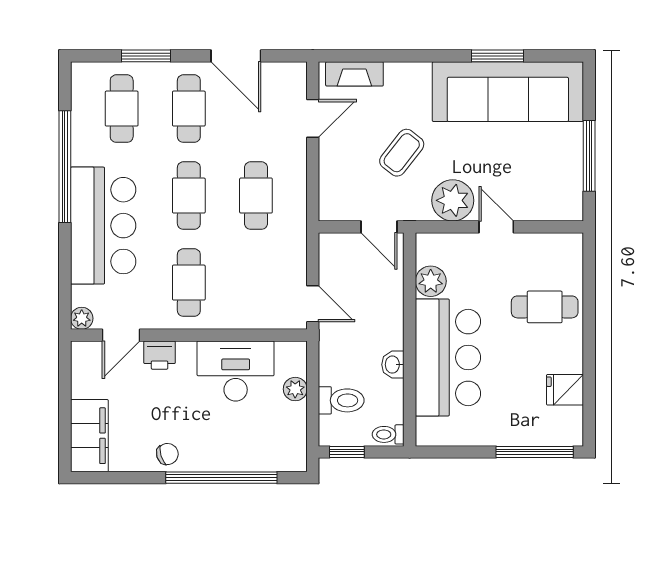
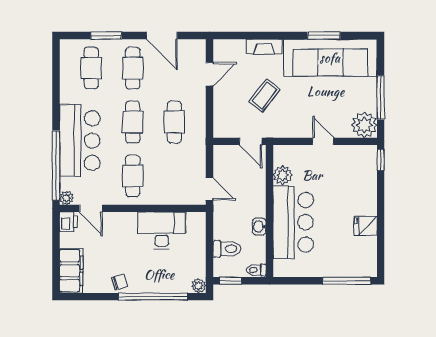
fireplace: (354, 74) -> (264, 47), moved
window: (65, 167) -> (56, 165), moved
plant: (453, 200) -> (364, 125), moved
window: (589, 257) -> (381, 160), added
cafe table: (545, 307) -> (353, 191), removed
door: (121, 335) -> (91, 208), hinge flipped
printer: (160, 355) -> (68, 222), moved, turned -90
plant: (295, 389) -> (199, 286), moved
fridge: (565, 390) -> (366, 226), moved

